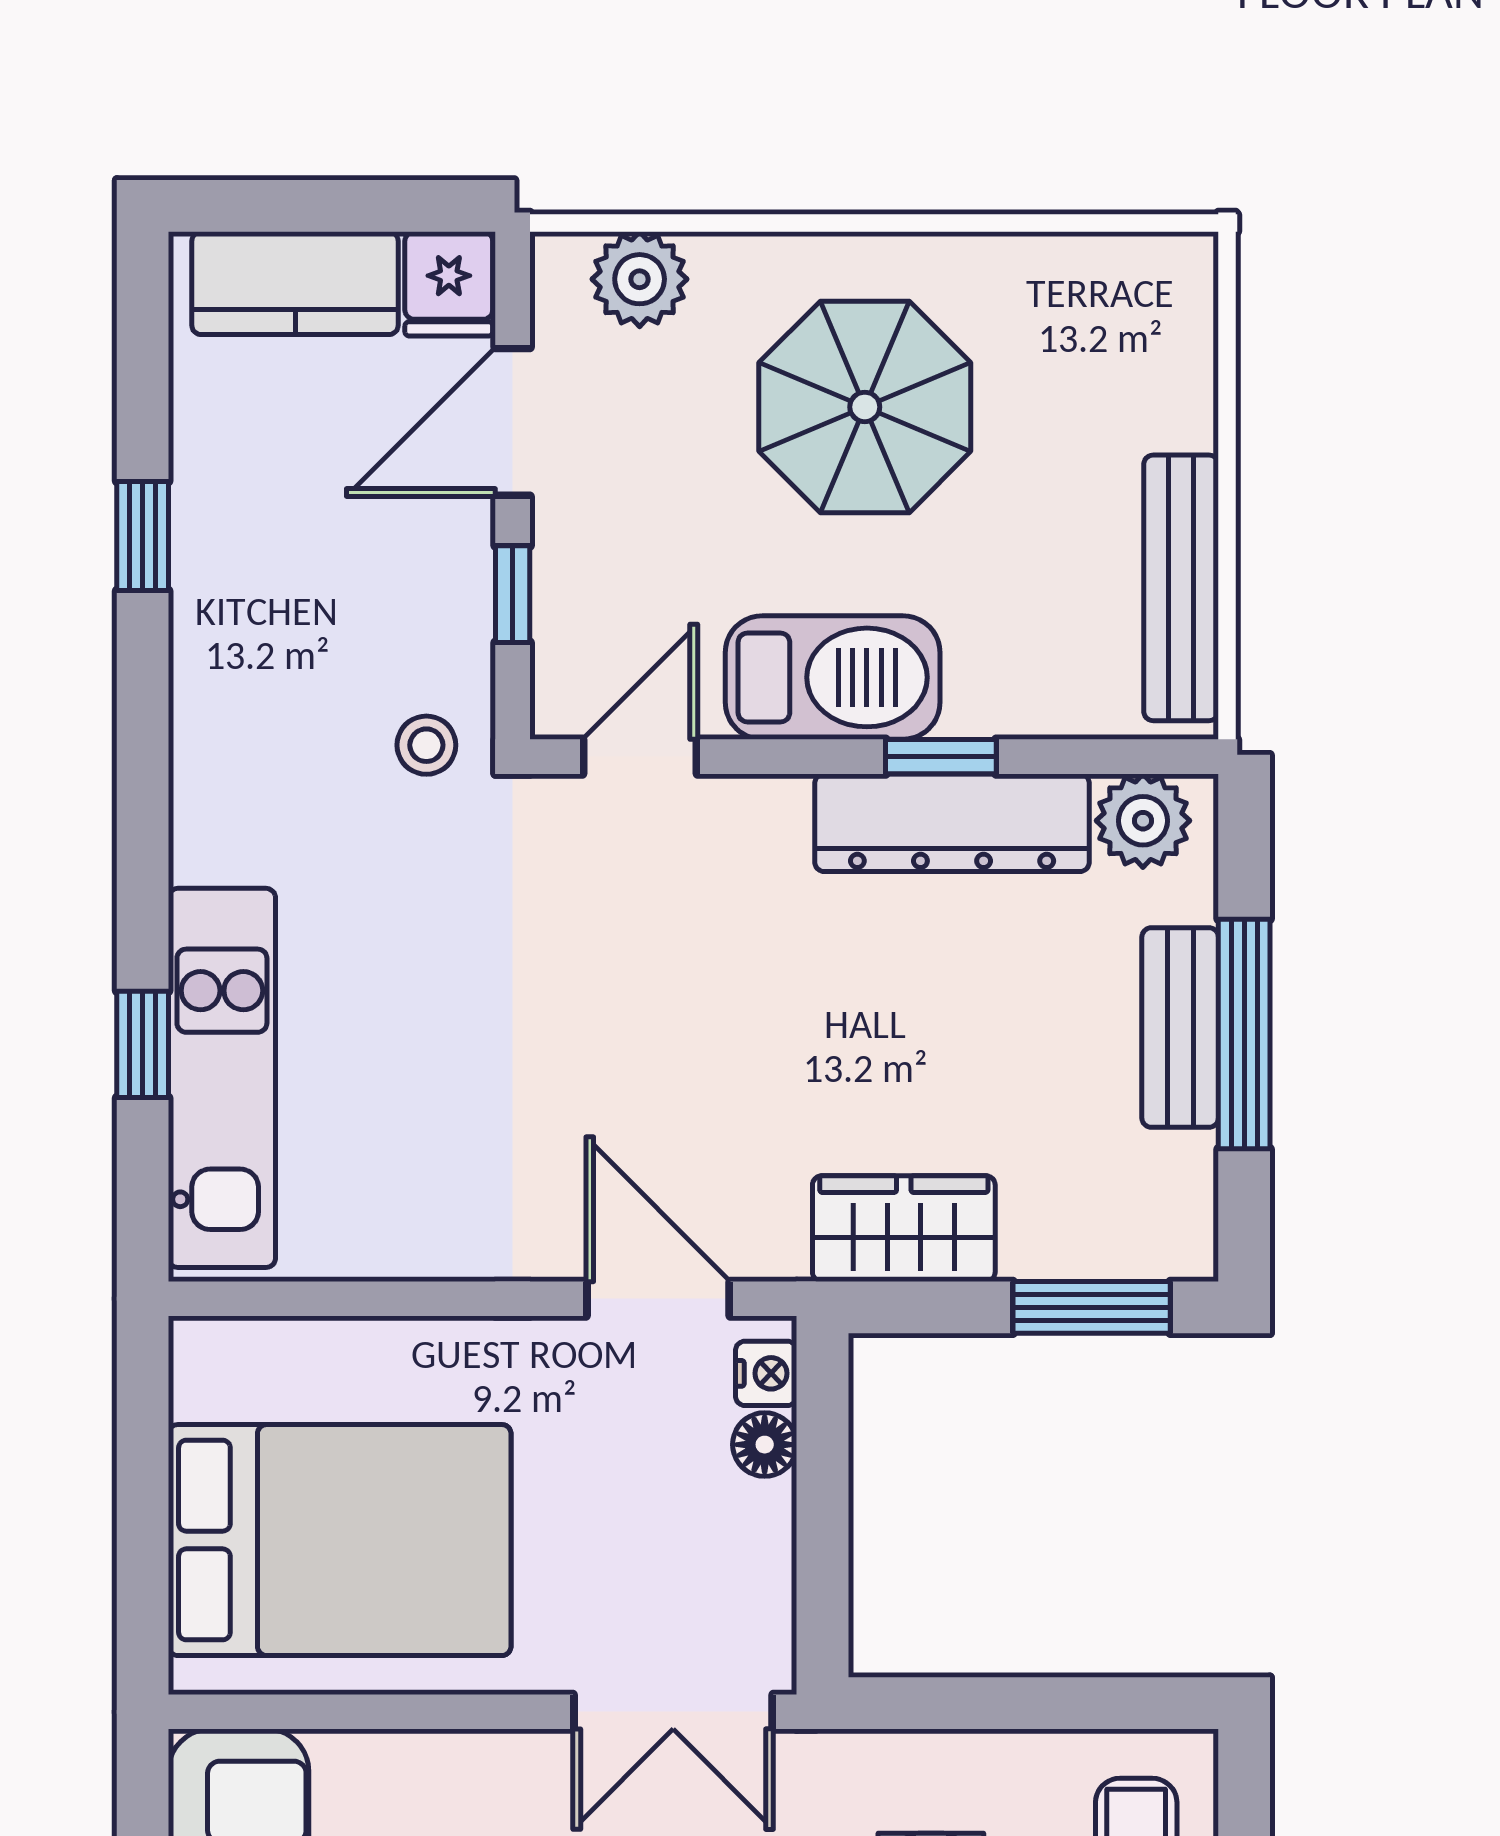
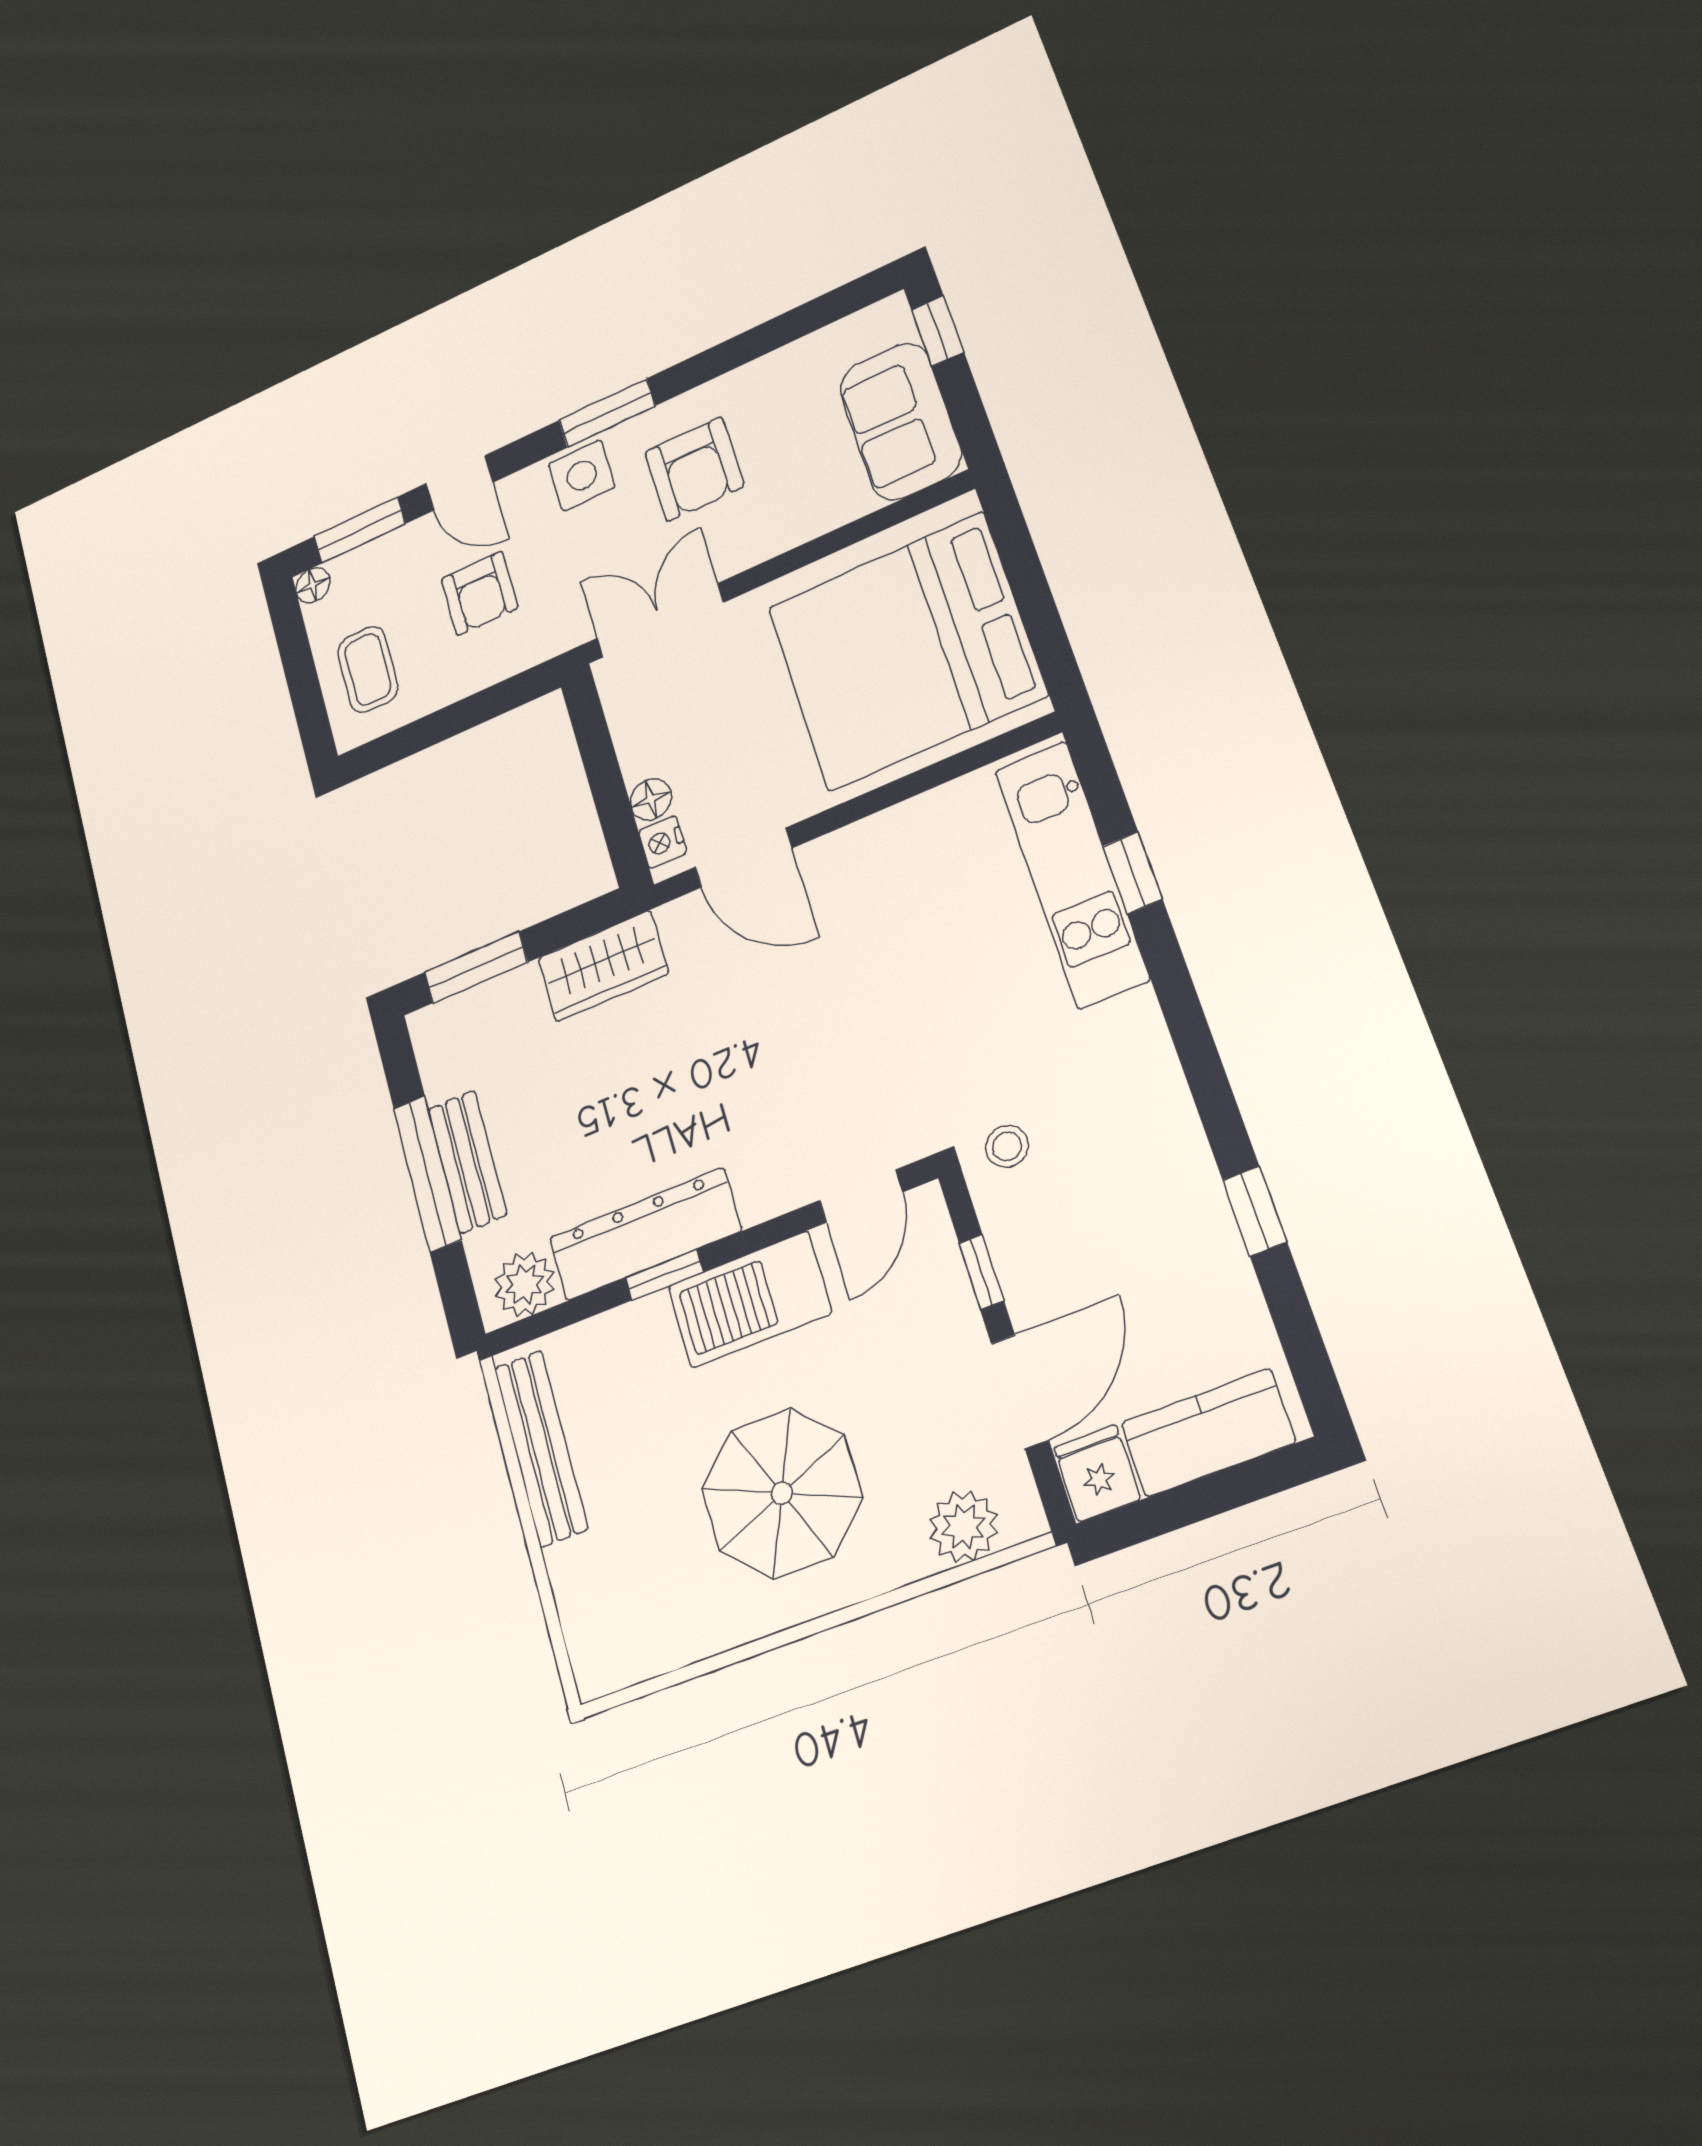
bed: (340, 1540) -> (906, 651), width x1.36

